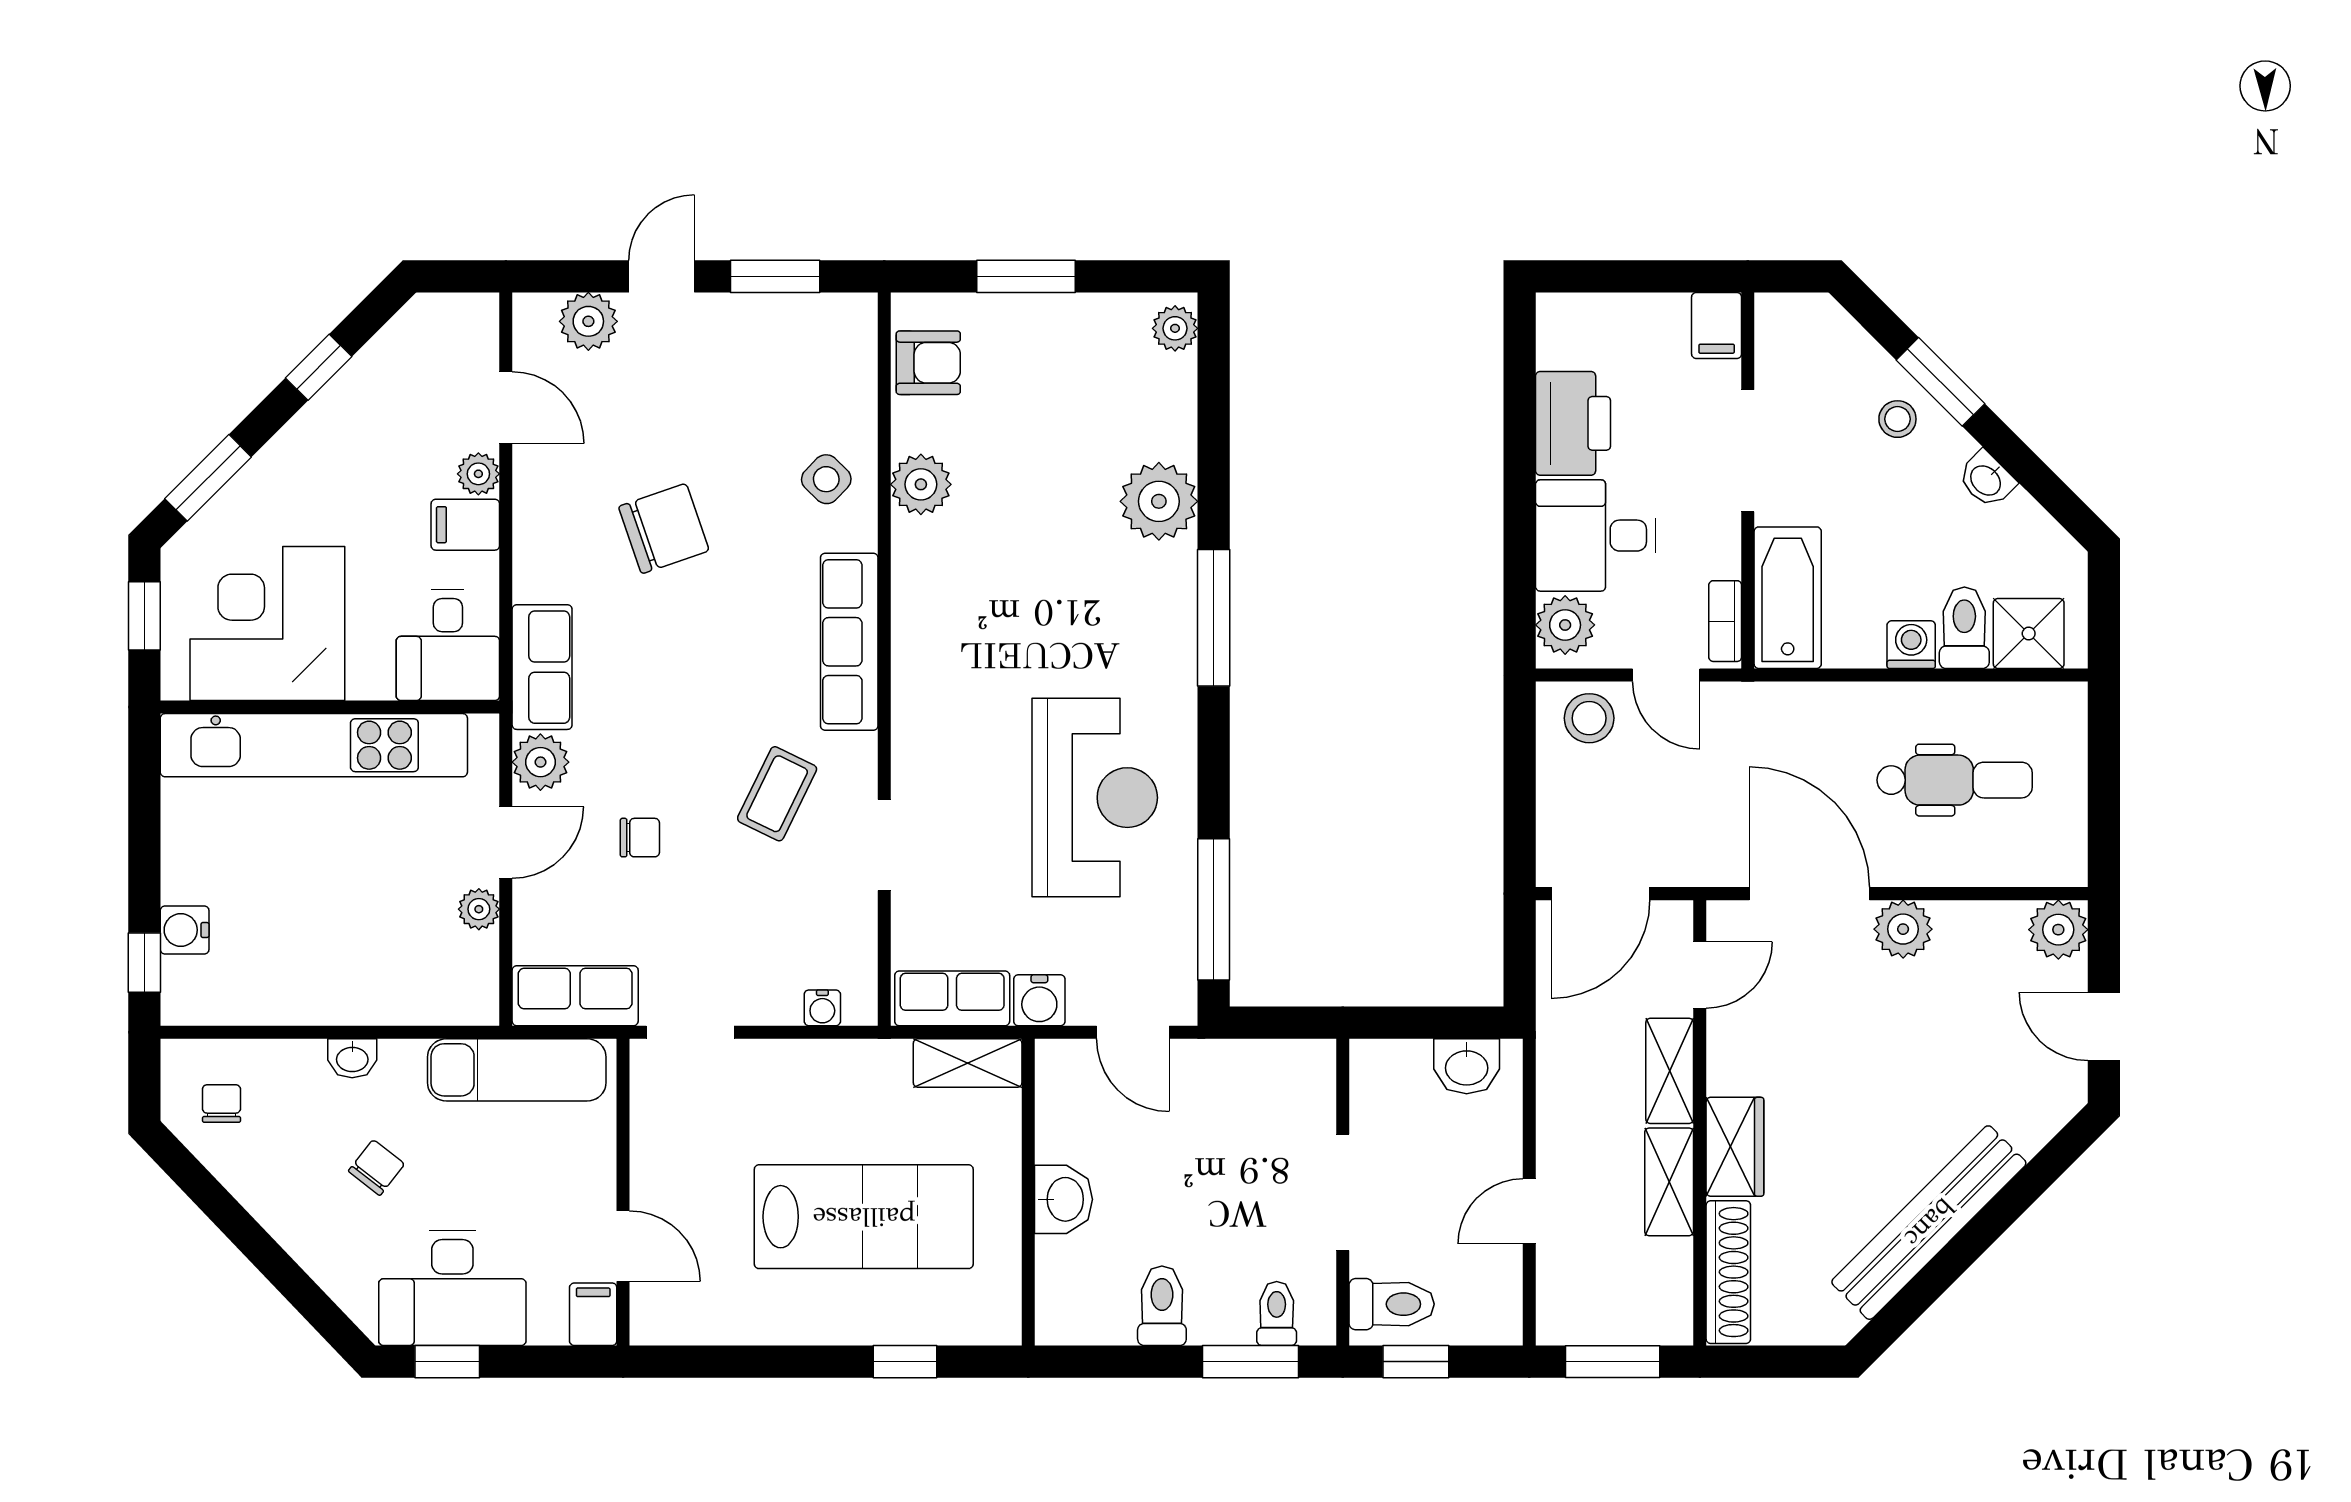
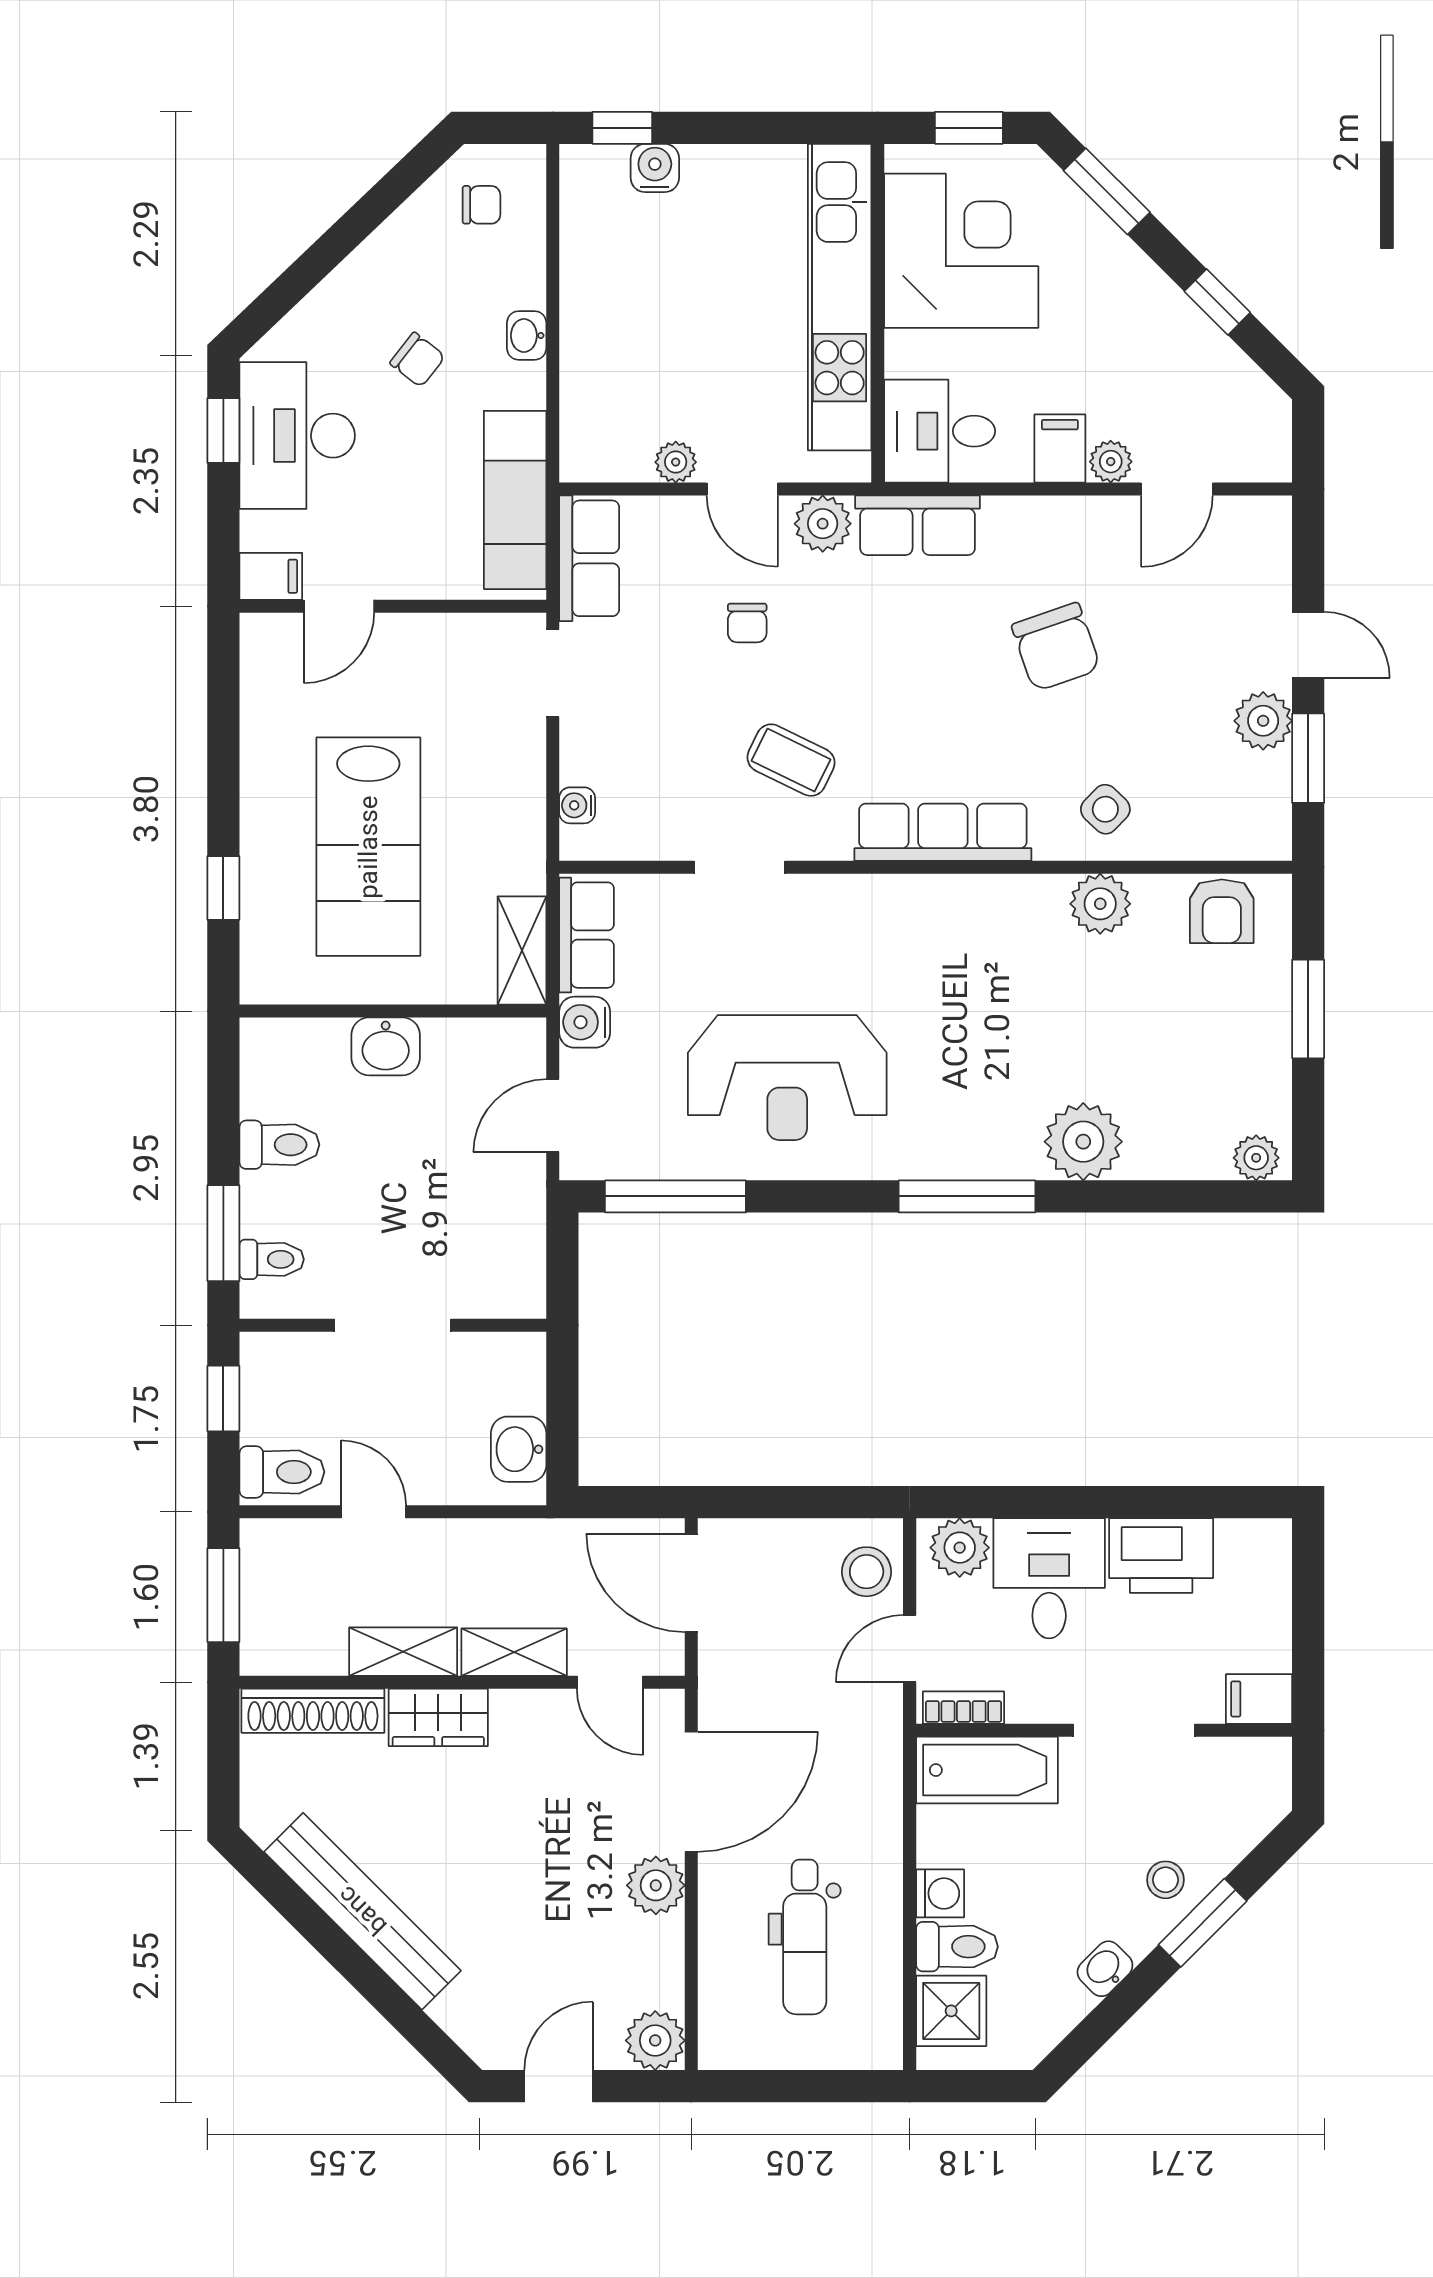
plant: (588, 321) -> (1263, 721), moved
toilet: (1392, 1304) -> (282, 1472), moved, turned -90

